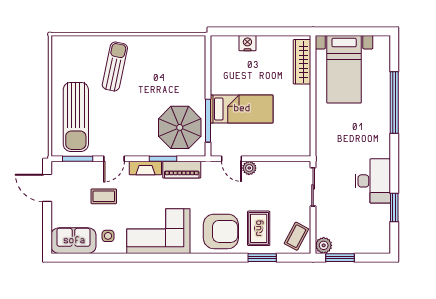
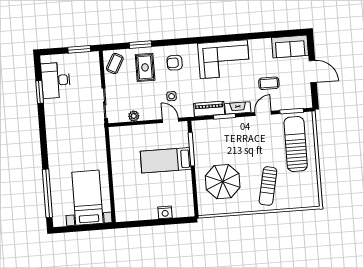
wardrobe: (302, 62) -> (121, 201), removed
window: (394, 102) -> (47, 193), moved
parasol: (180, 127) -> (223, 182), moved
plant: (249, 168) -> (134, 116), moved
desk: (373, 181) -> (56, 80), moved
door: (47, 188) -> (313, 72), moved
armchair: (221, 231) -> (175, 63), width x0.53, depth x0.53
side table: (108, 236) -> (172, 96), moved
plant: (324, 245) -> (93, 58), removed

